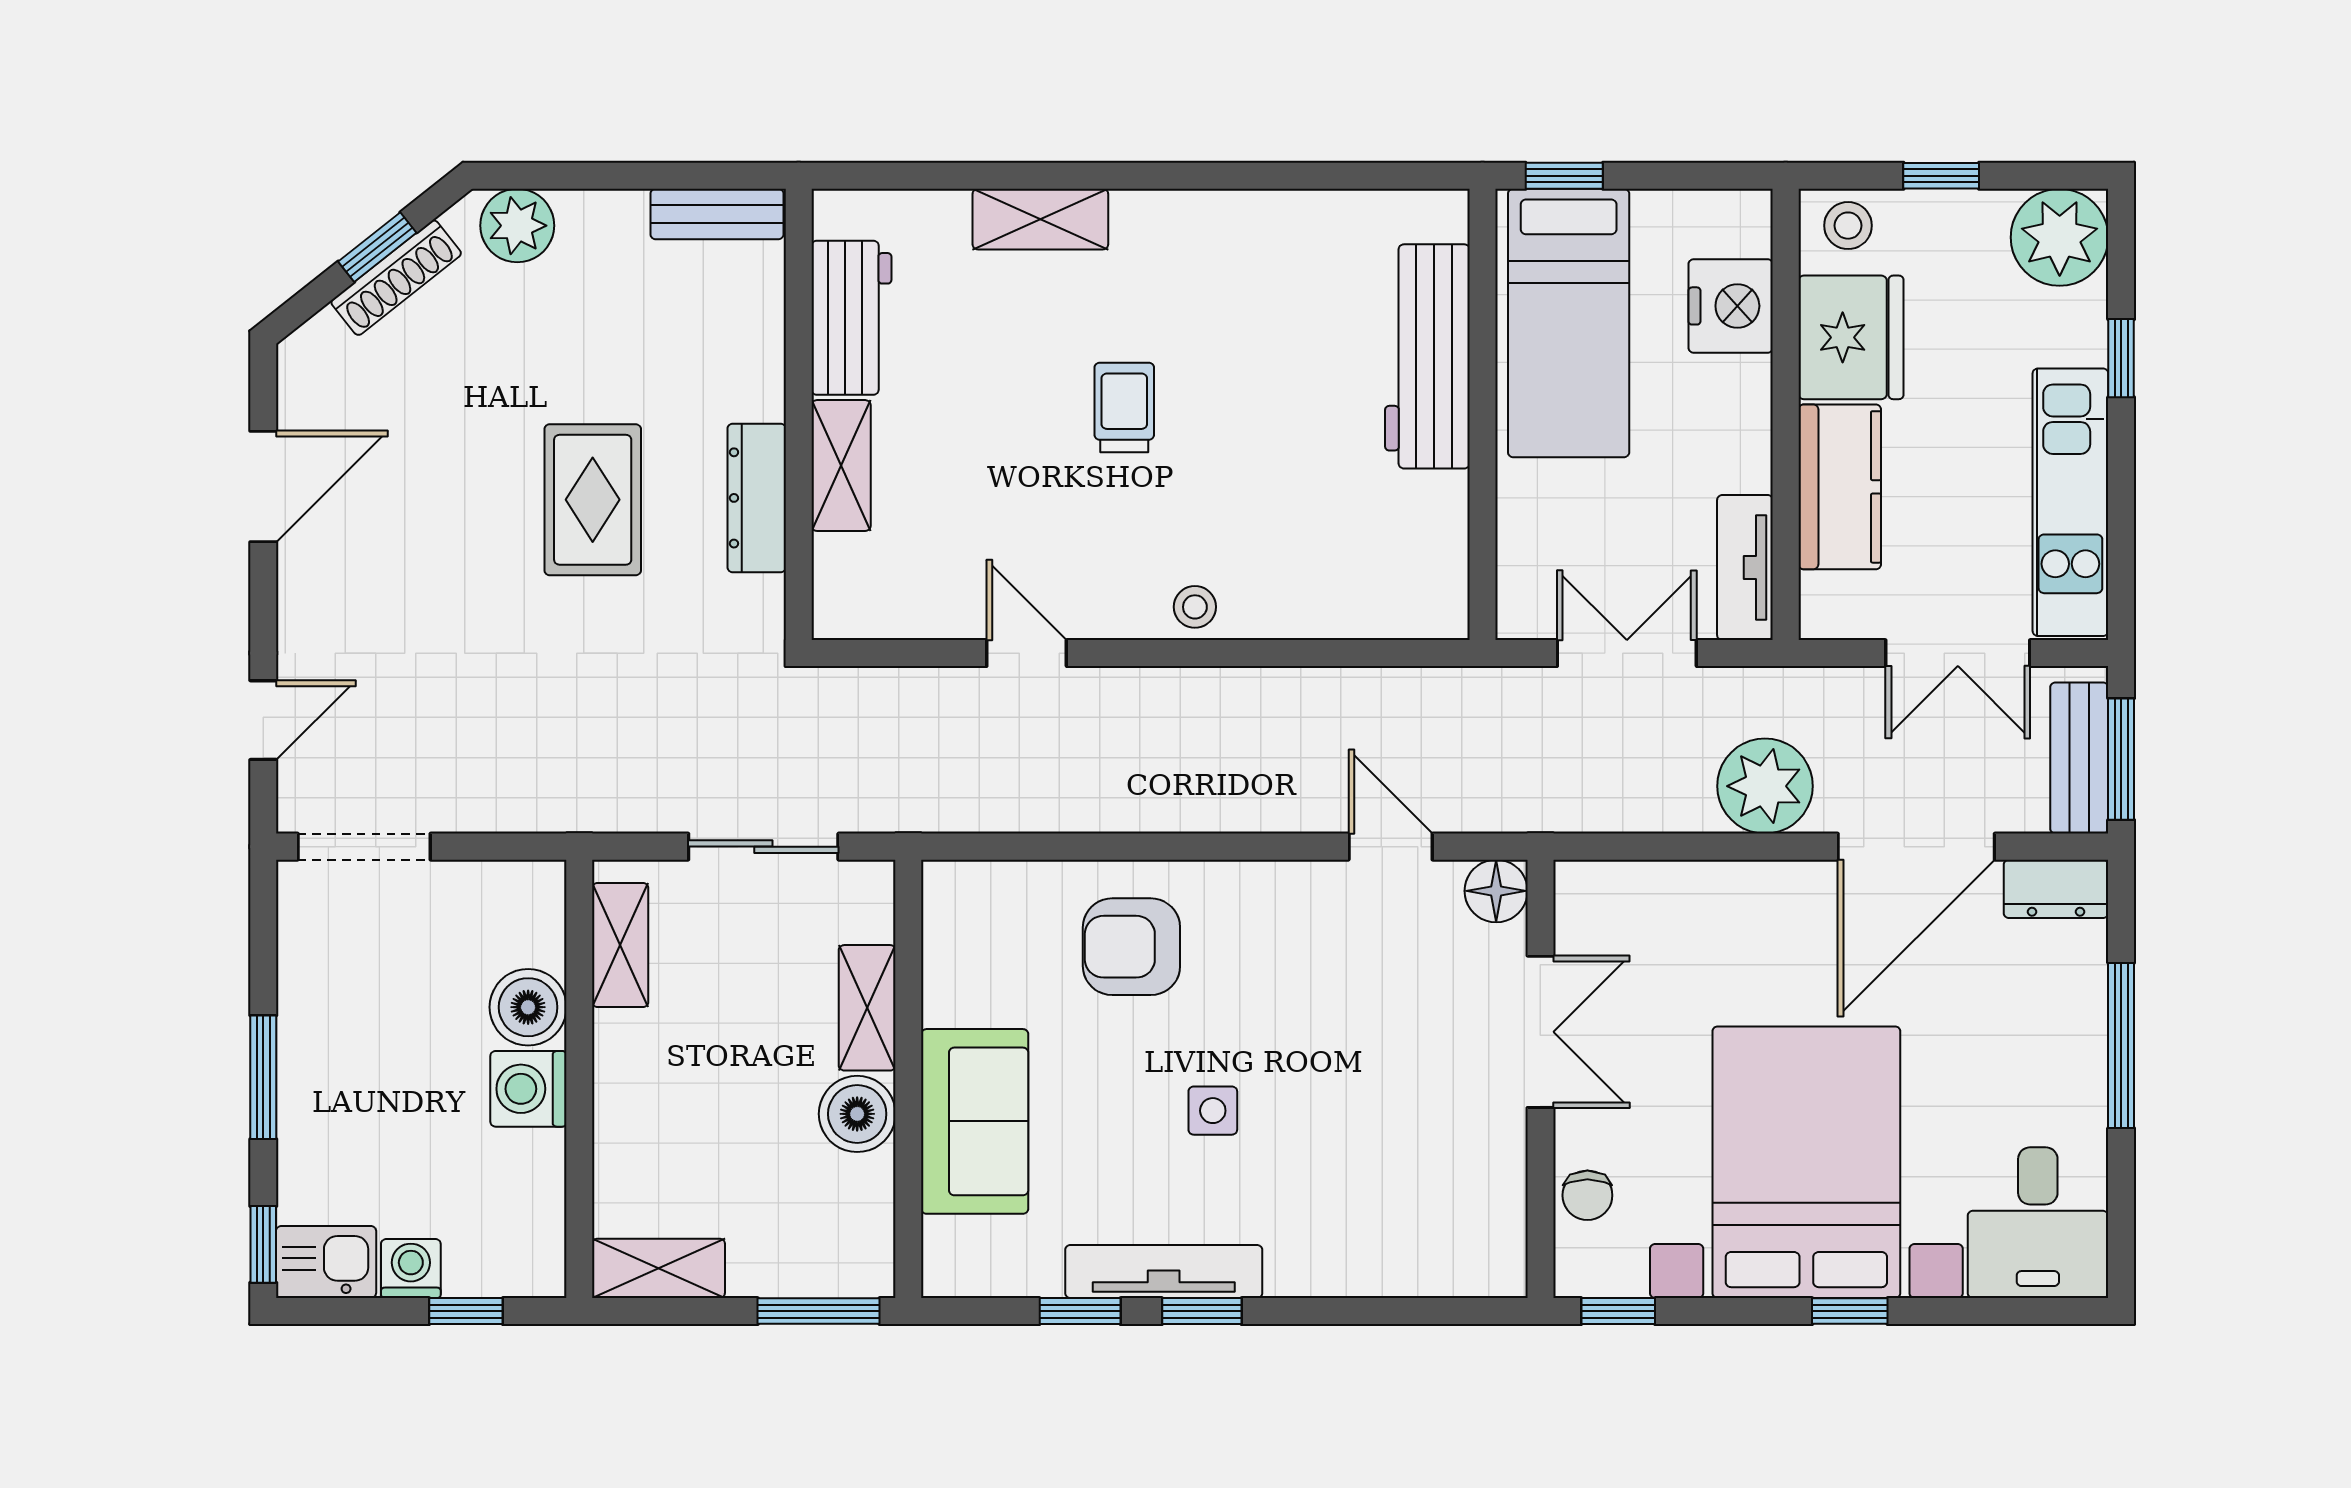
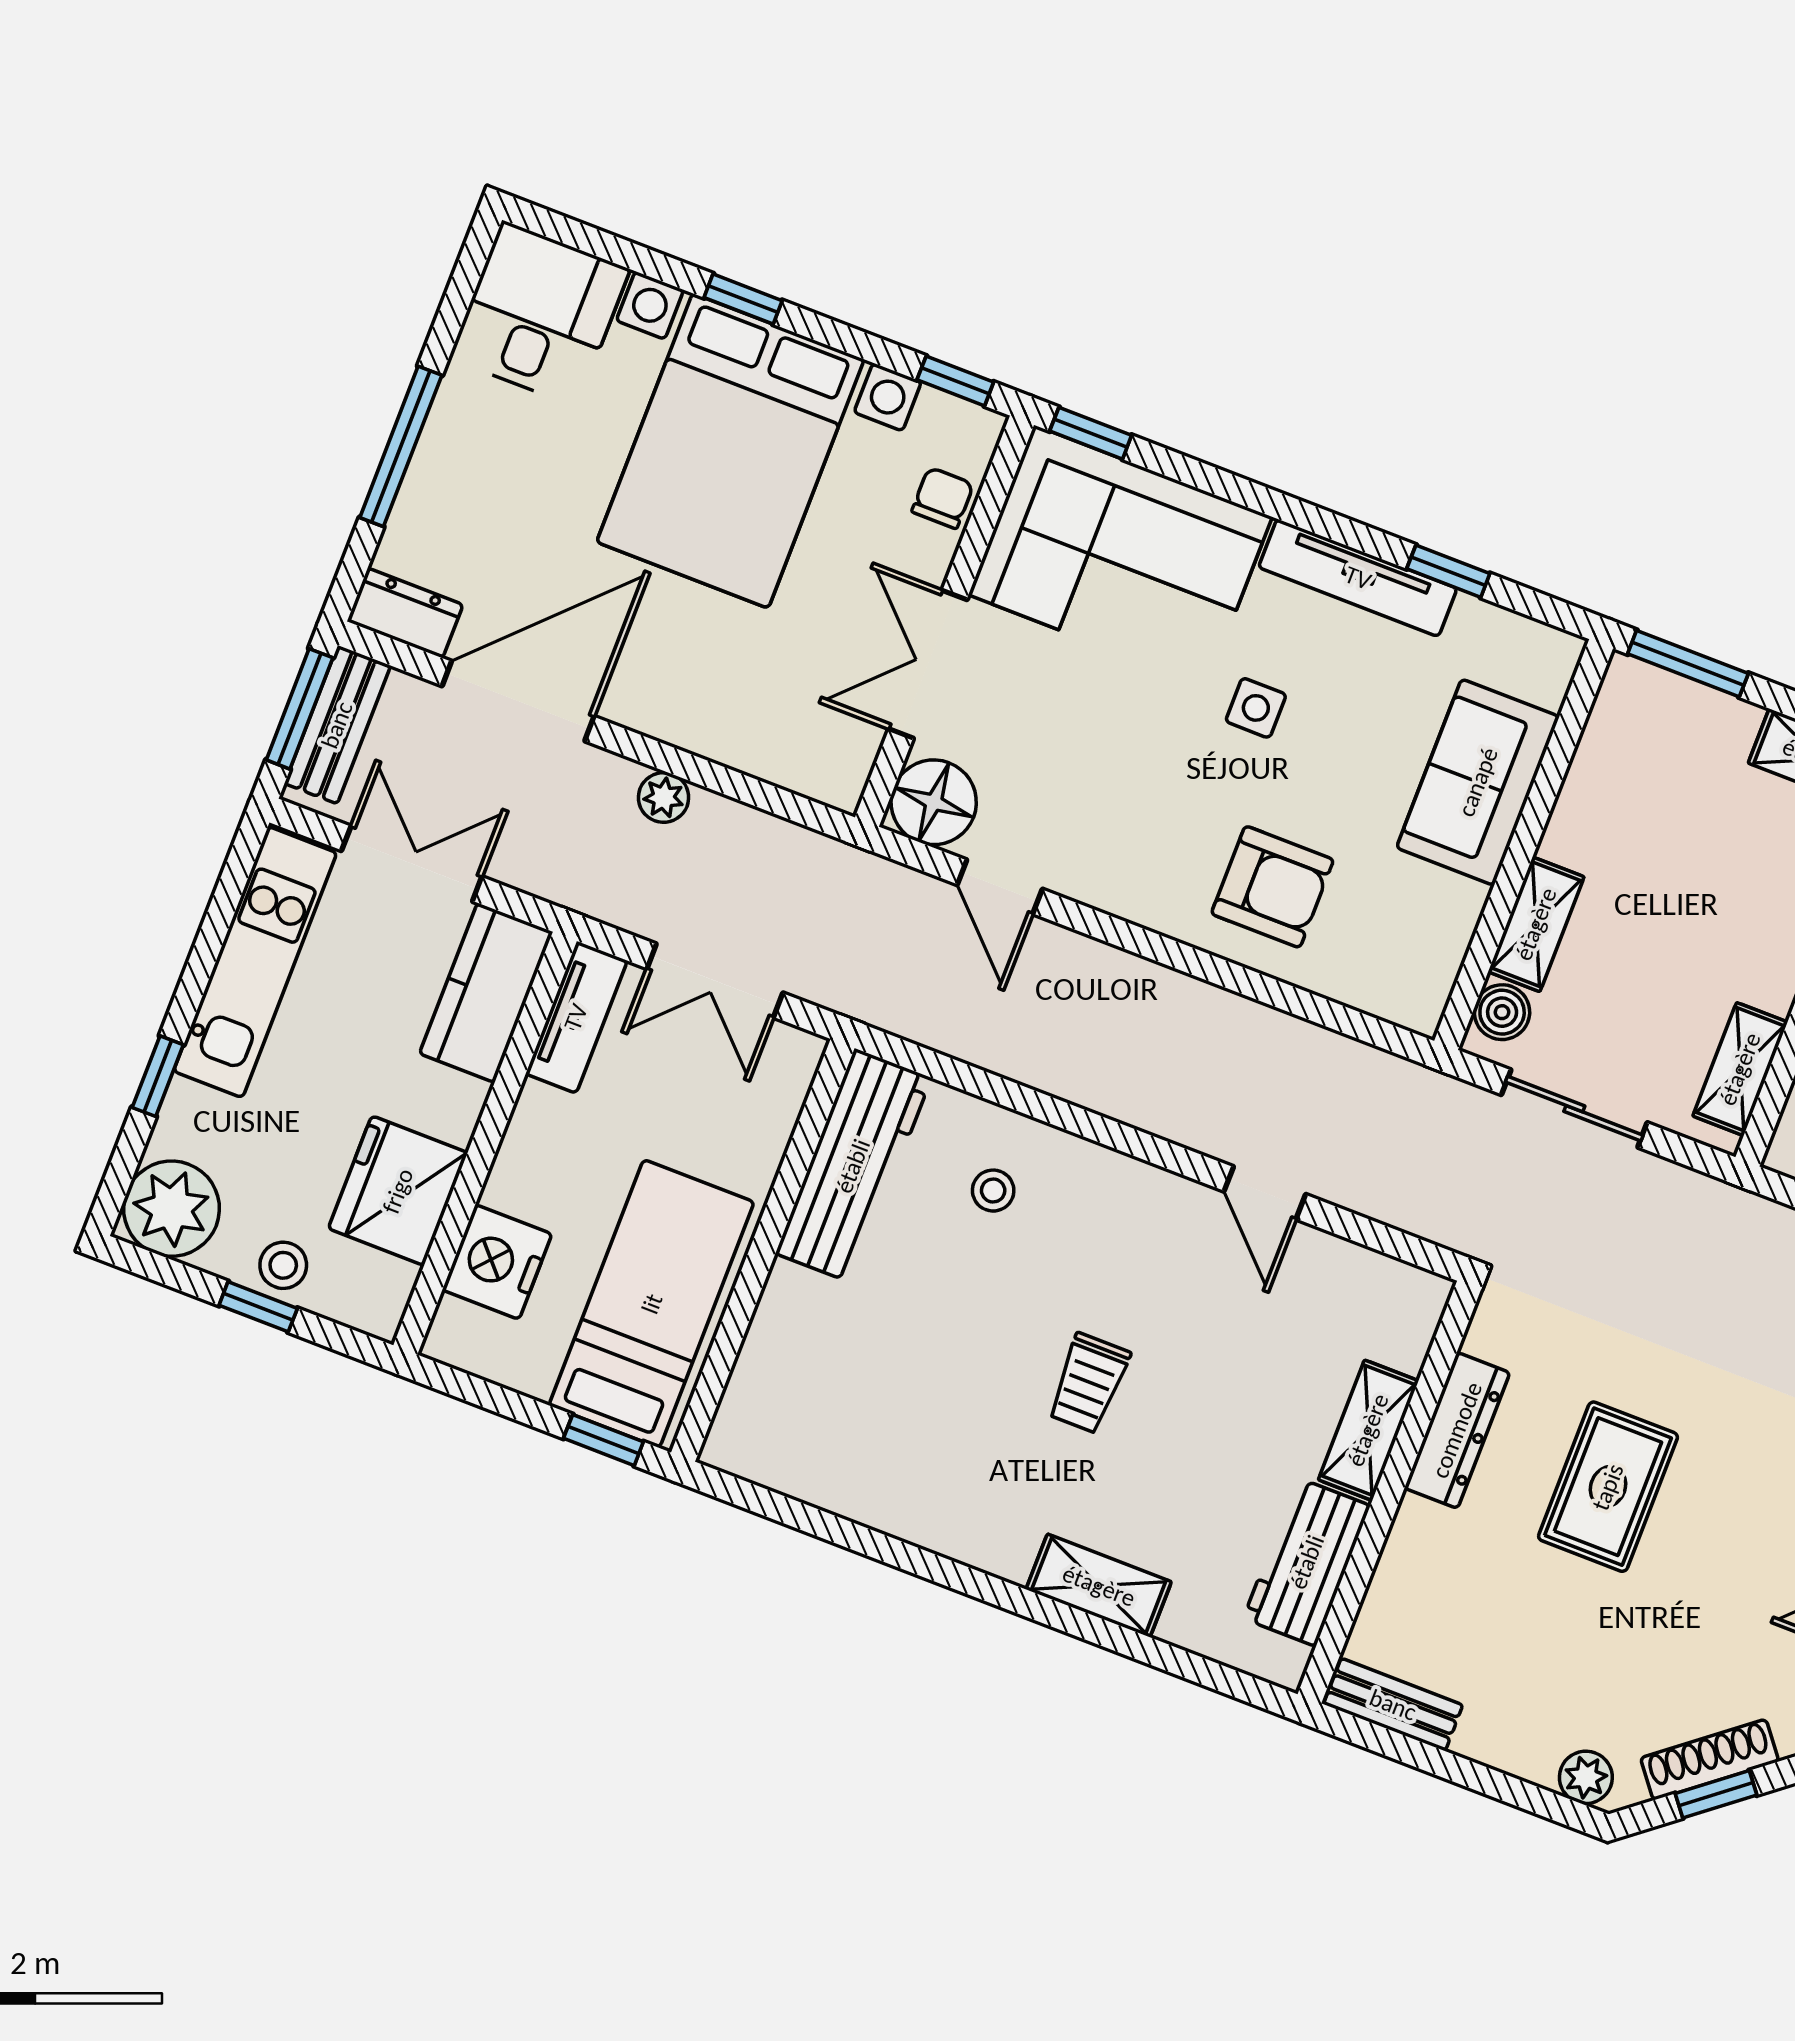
plant: (517, 226) -> (1586, 1777), width x0.73, depth x0.73
stool: (1848, 226) -> (283, 1265), moved
workbench: (1427, 356) -> (853, 1166), moved
kitchen counter: (1840, 487) -> (486, 993), moved
stool: (1195, 607) -> (993, 1191), moved
plant: (1765, 786) -> (664, 798), width x0.53, depth x0.53
floor lamp: (1496, 891) -> (934, 802), width x1.38, depth x1.38
boiler: (857, 1114) -> (1502, 1012), moved, width x0.73, depth x0.73
corner sofa: (1397, 1205) -> (1120, 556), added
window: (1202, 1311) -> (1091, 433), moved

